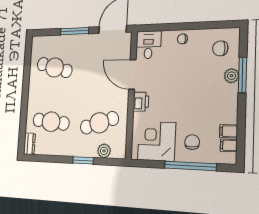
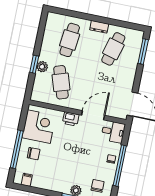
window: (189, 26) -> (120, 166), added
window: (75, 31) -> (143, 52), moved
filing cabinet: (229, 131) -> (37, 181), removed
dresser: (29, 144) -> (99, 27), moved
plant: (104, 151) -> (42, 67), moved

